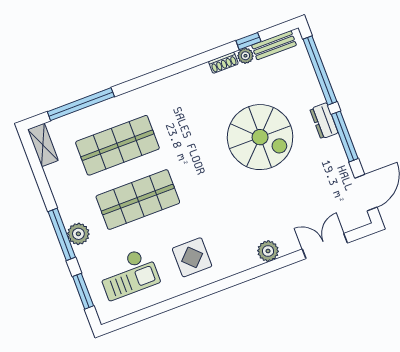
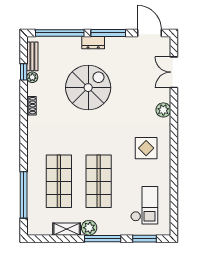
shoe rack: (223, 63) -> (31, 106), moved
shelving: (43, 145) -> (67, 229), moved
plant: (78, 234) -> (89, 228), moved
display table: (192, 257) -> (146, 148), moved

